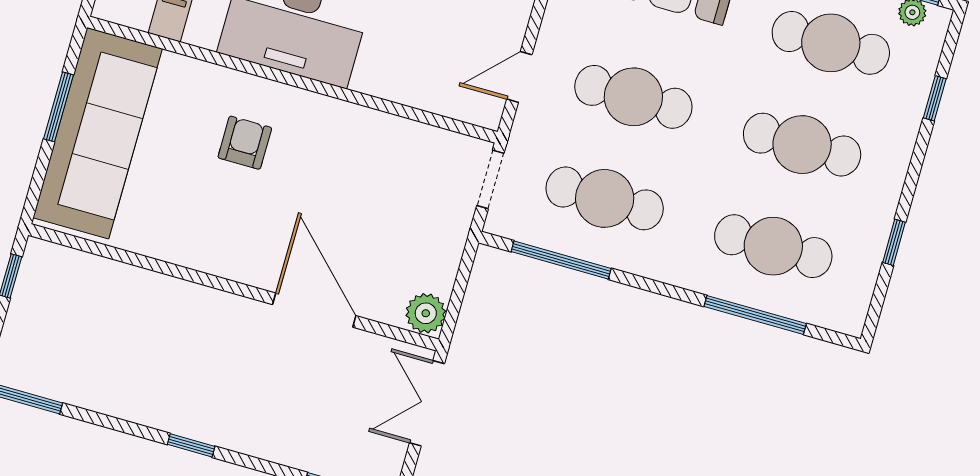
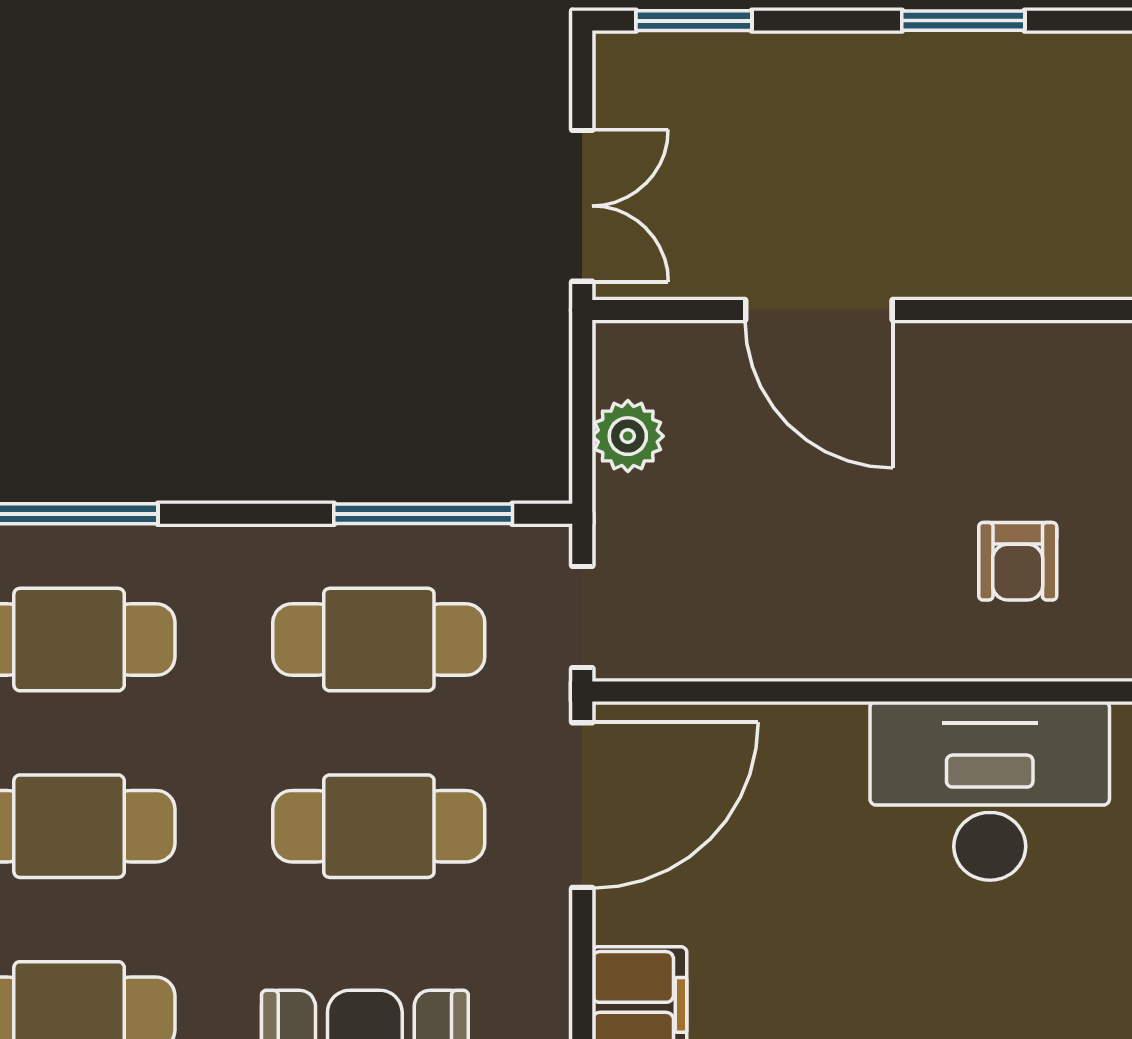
door: (519, 77) -> (582, 805), width x1.88
plant: (426, 313) -> (628, 436), moved
window: (191, 445) -> (963, 21), width x1.50

